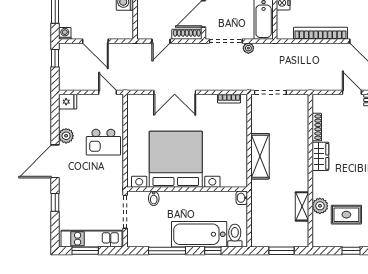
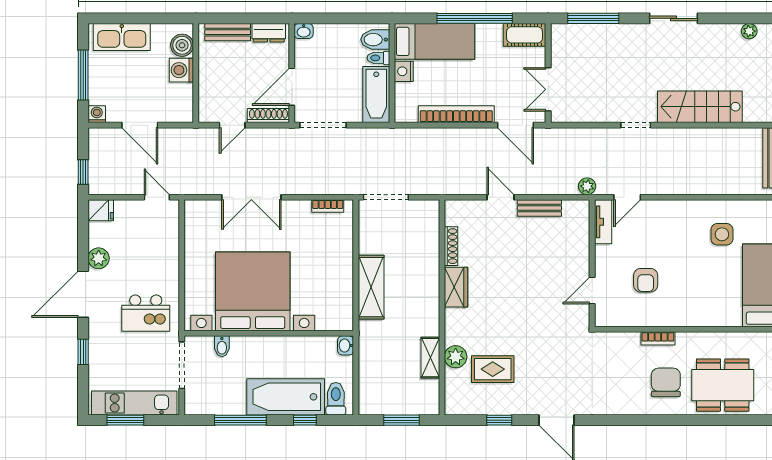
plant: (248, 48) -> (355, 135), removed
window: (55, 58) -> (83, 172), moved
kitchen island: (103, 142) -> (146, 313), moved

